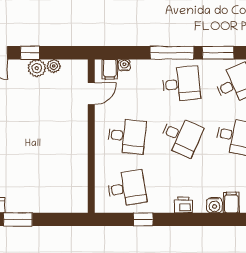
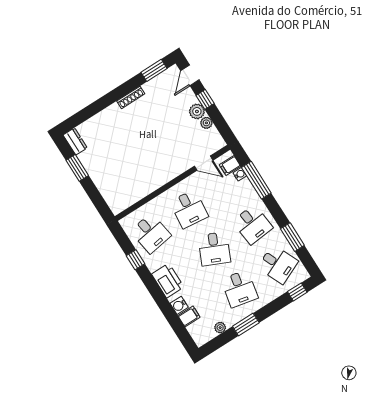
window: (172, 53) -> (256, 180), moved
printer: (183, 205) -> (168, 281), width x1.87, depth x1.48

